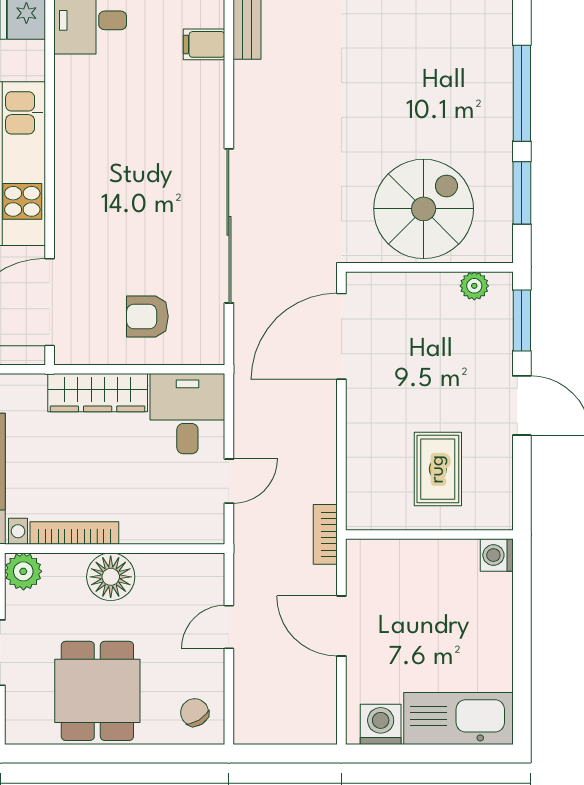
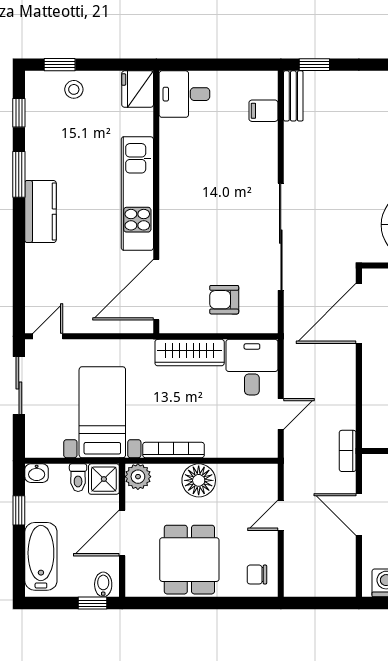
chair: (195, 712) -> (257, 575), turned -58

